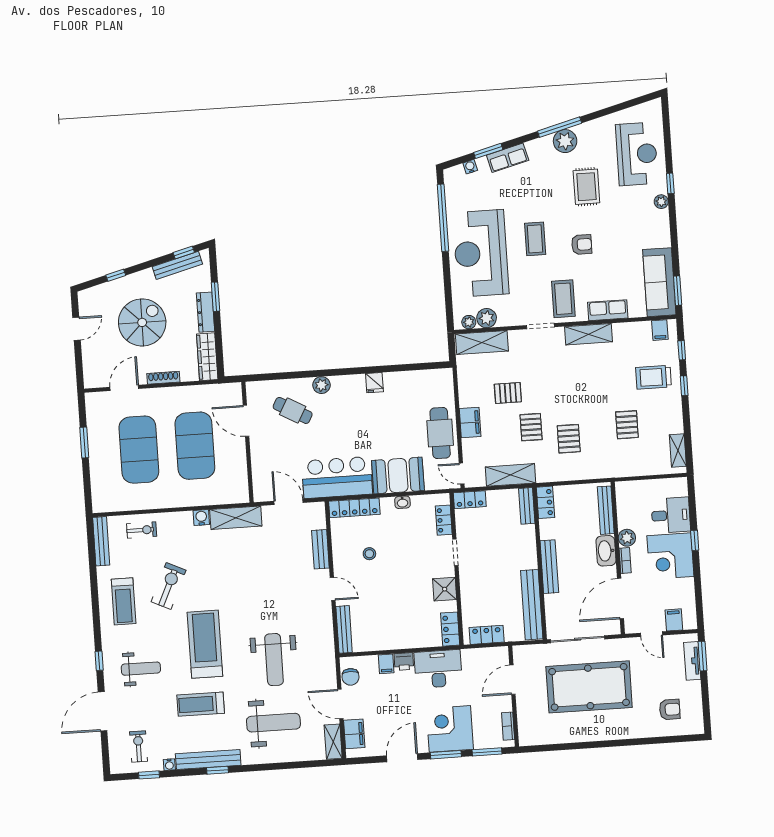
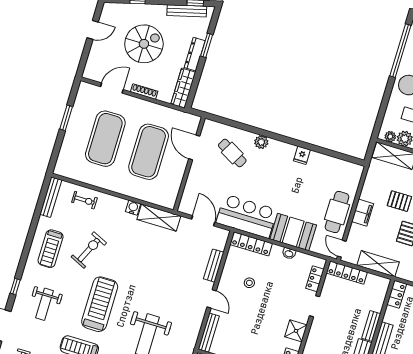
locker: (470, 500) -> (347, 273), width x1.53
bench: (527, 506) -> (371, 326), moved
weight bench: (141, 669) -> (44, 304), turned 90

